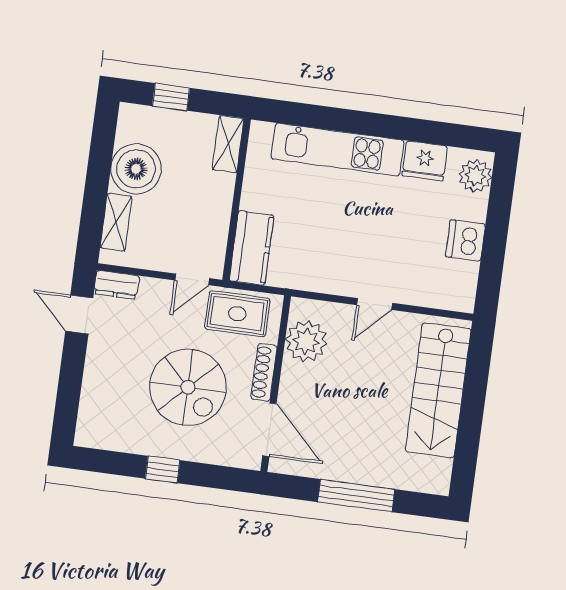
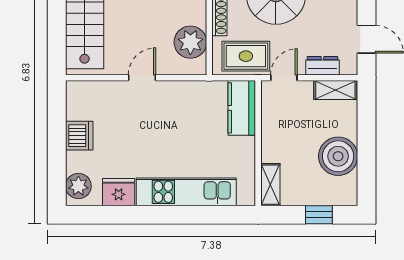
shelving: (116, 222) -> (335, 90), moved, turned 90
dresser: (117, 285) -> (322, 66), moved

